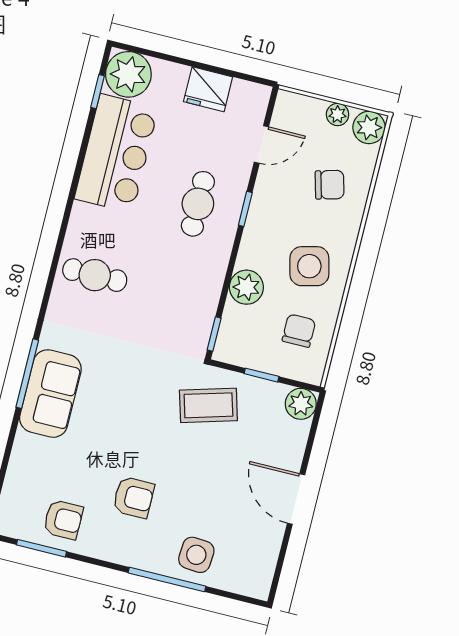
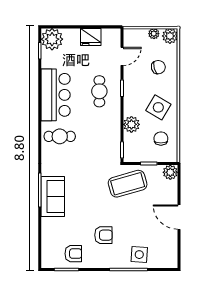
bar counter: (116, 153) -> (56, 95), moved
side table: (309, 266) -> (158, 107), turned 45
coffee table: (208, 405) -> (128, 184), width x1.36, depth x1.32

